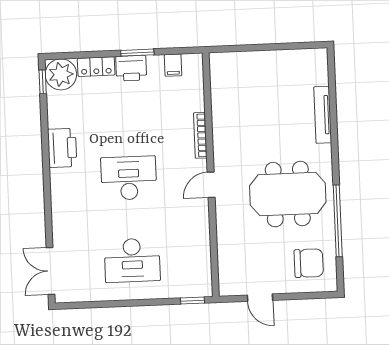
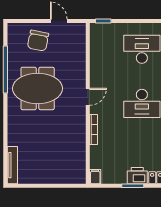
filing cabinet: (173, 65) -> (95, 177), moved
tv unit: (323, 115) -> (12, 165), moved
chair: (309, 263) -> (38, 41), moved, turned -79

